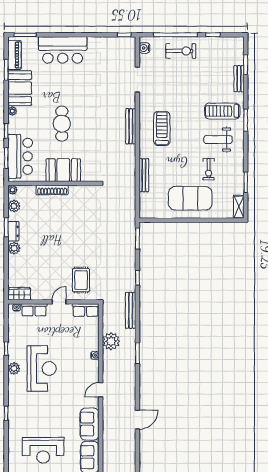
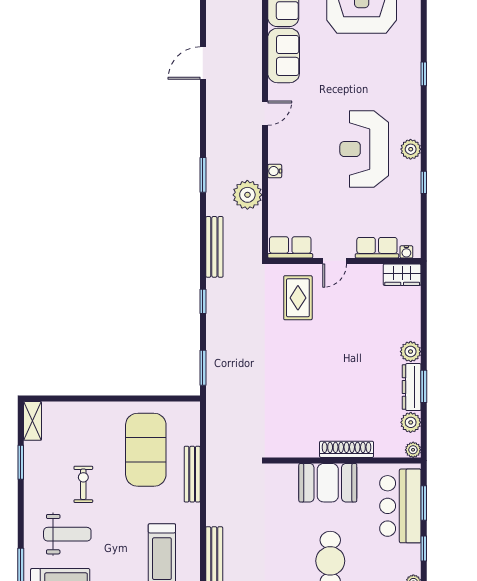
exercise mat: (190, 198) -> (146, 450), moved, turned 90
dresser: (13, 231) -> (412, 387), width x1.44

